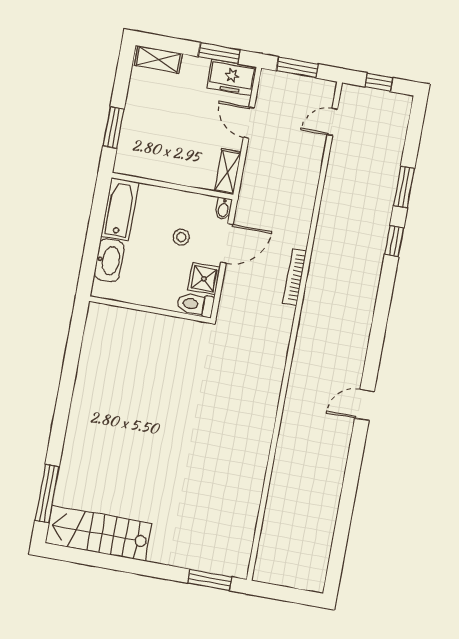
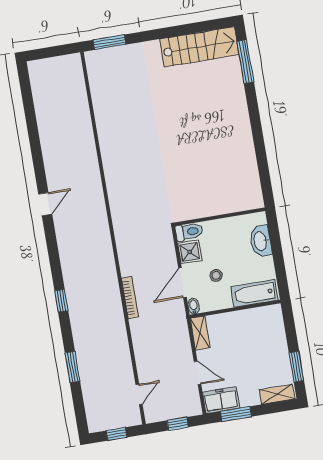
window: (297, 67) -> (178, 424), width x0.67
window: (114, 128) -> (296, 367), moved
bathtub: (120, 209) -> (254, 293), moved, turned 90
window: (394, 241) -> (61, 301), moved
bookcase: (295, 277) -> (130, 298), moved

